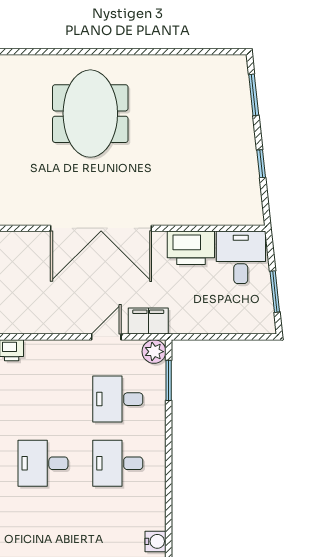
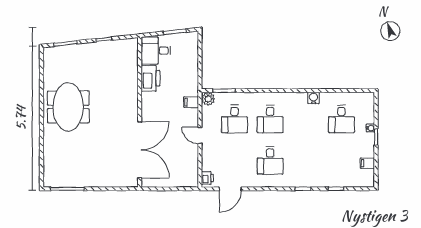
meeting table: (90, 114) -> (68, 107), moved, turned 90
double door: (101, 228) -> (140, 150), moved
filing cabinet: (148, 321) -> (191, 102), width x0.50
door: (106, 337) -> (200, 135), moved

